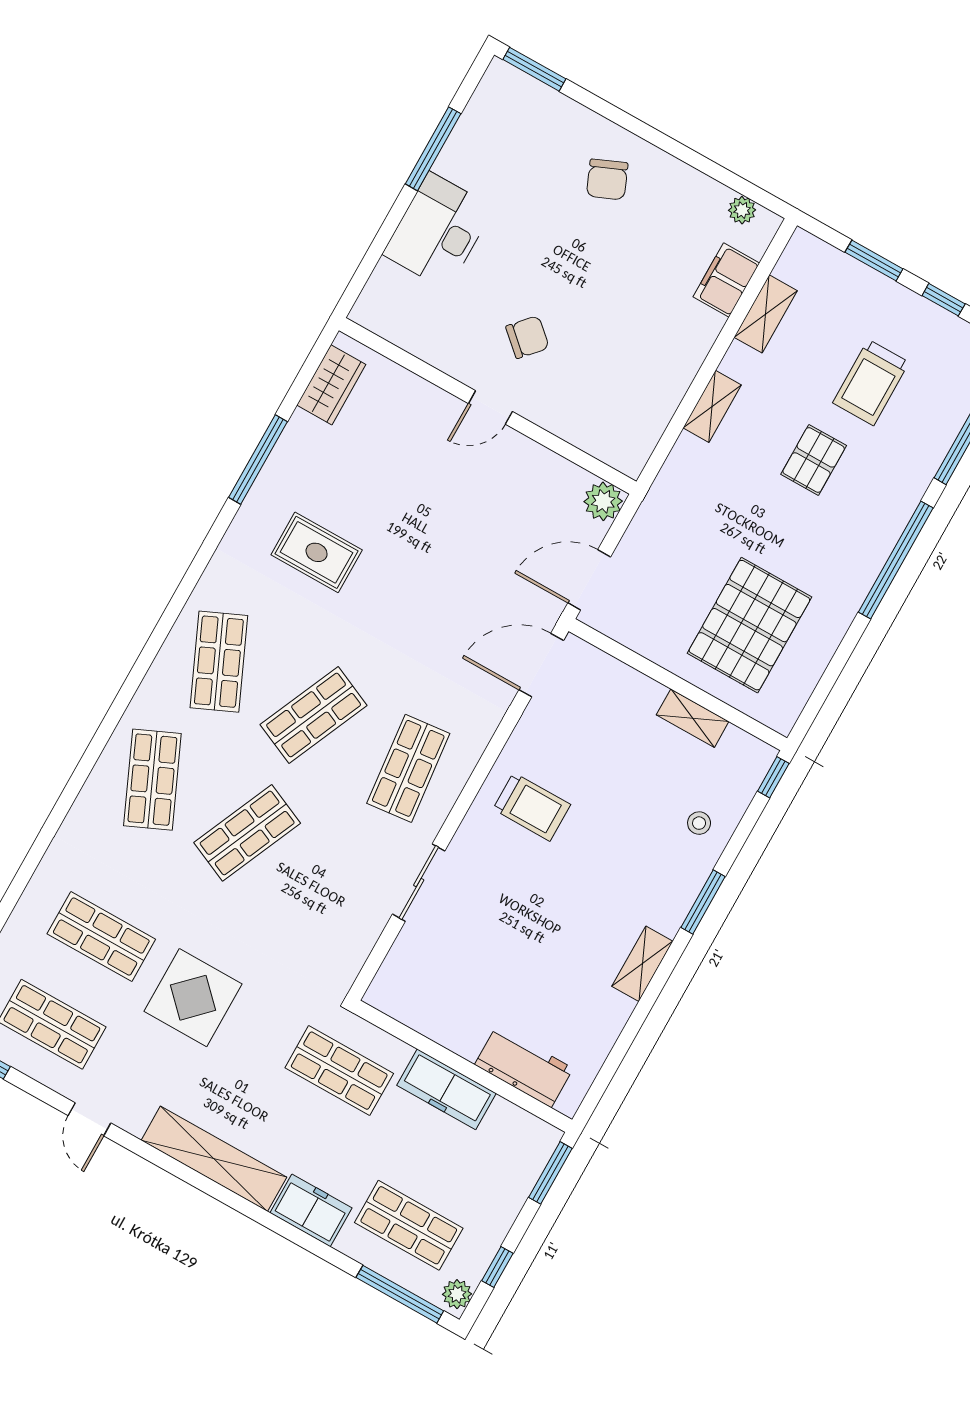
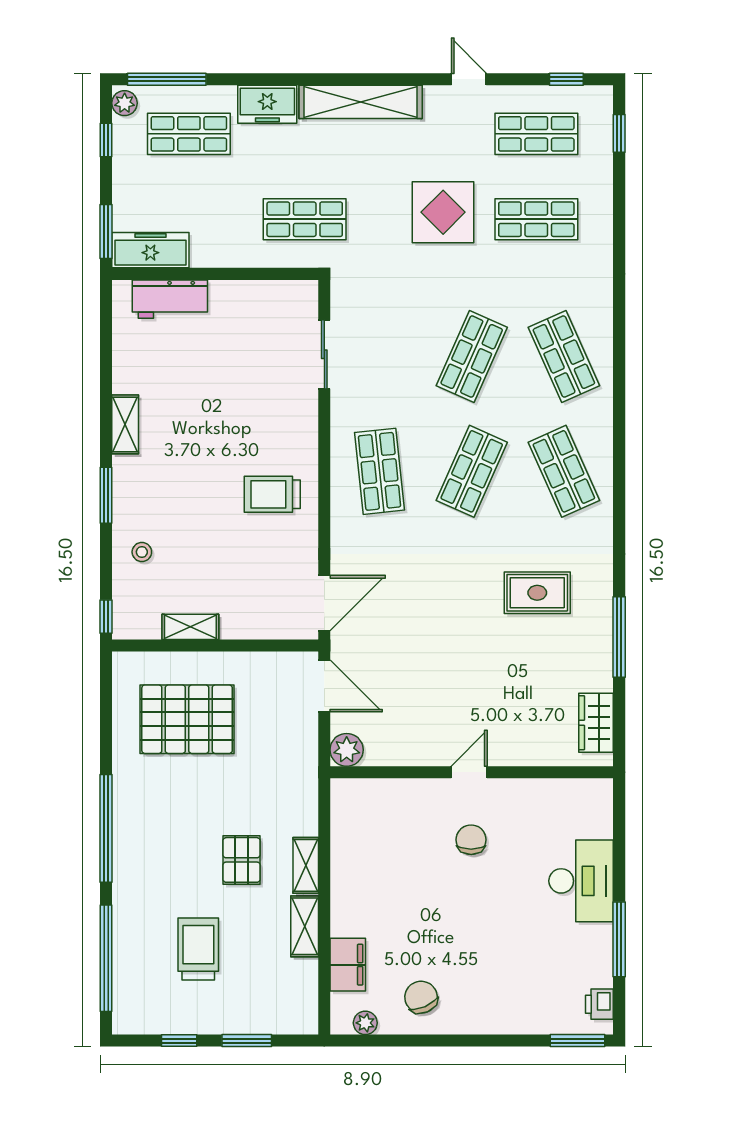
printer: (491, 94) -> (599, 1004), added
chair: (607, 179) -> (421, 997), moved
shelving: (766, 314) -> (305, 926), moved
chair: (527, 337) -> (471, 840), turned 138
pallet: (814, 460) -> (242, 860), moved
door: (589, 580) -> (324, 686), hinge flipped
pallet: (749, 625) -> (187, 719), turned 90
sliding door: (419, 883) -> (324, 354), moved
freezer: (447, 1089) -> (150, 250), moved

